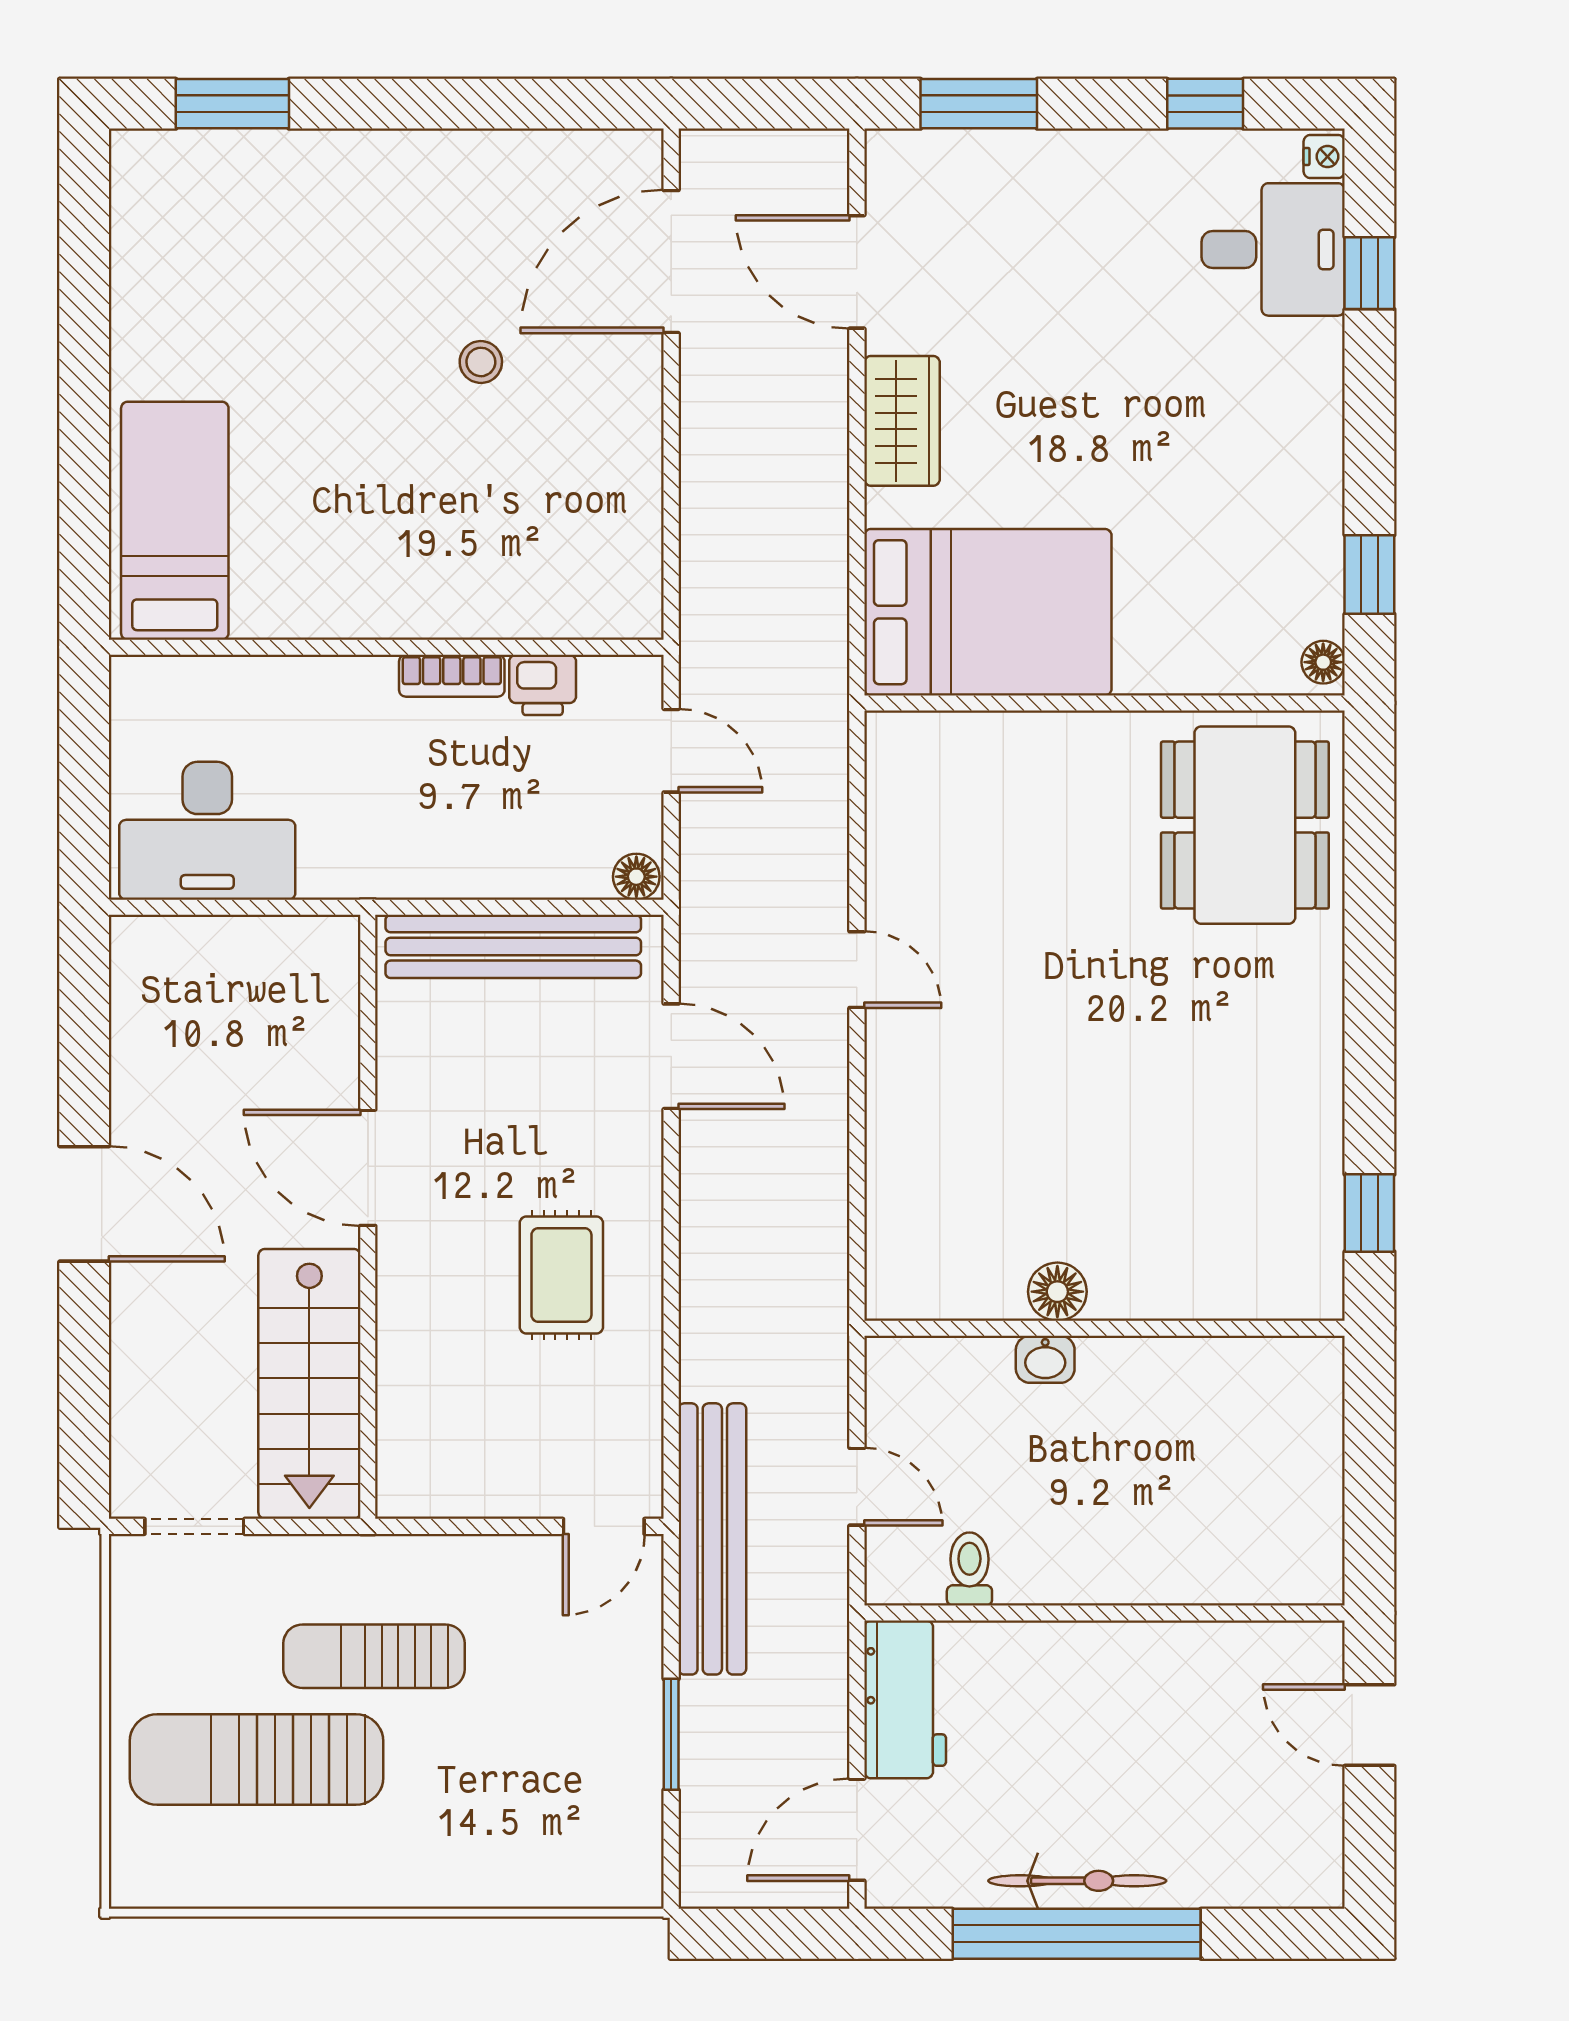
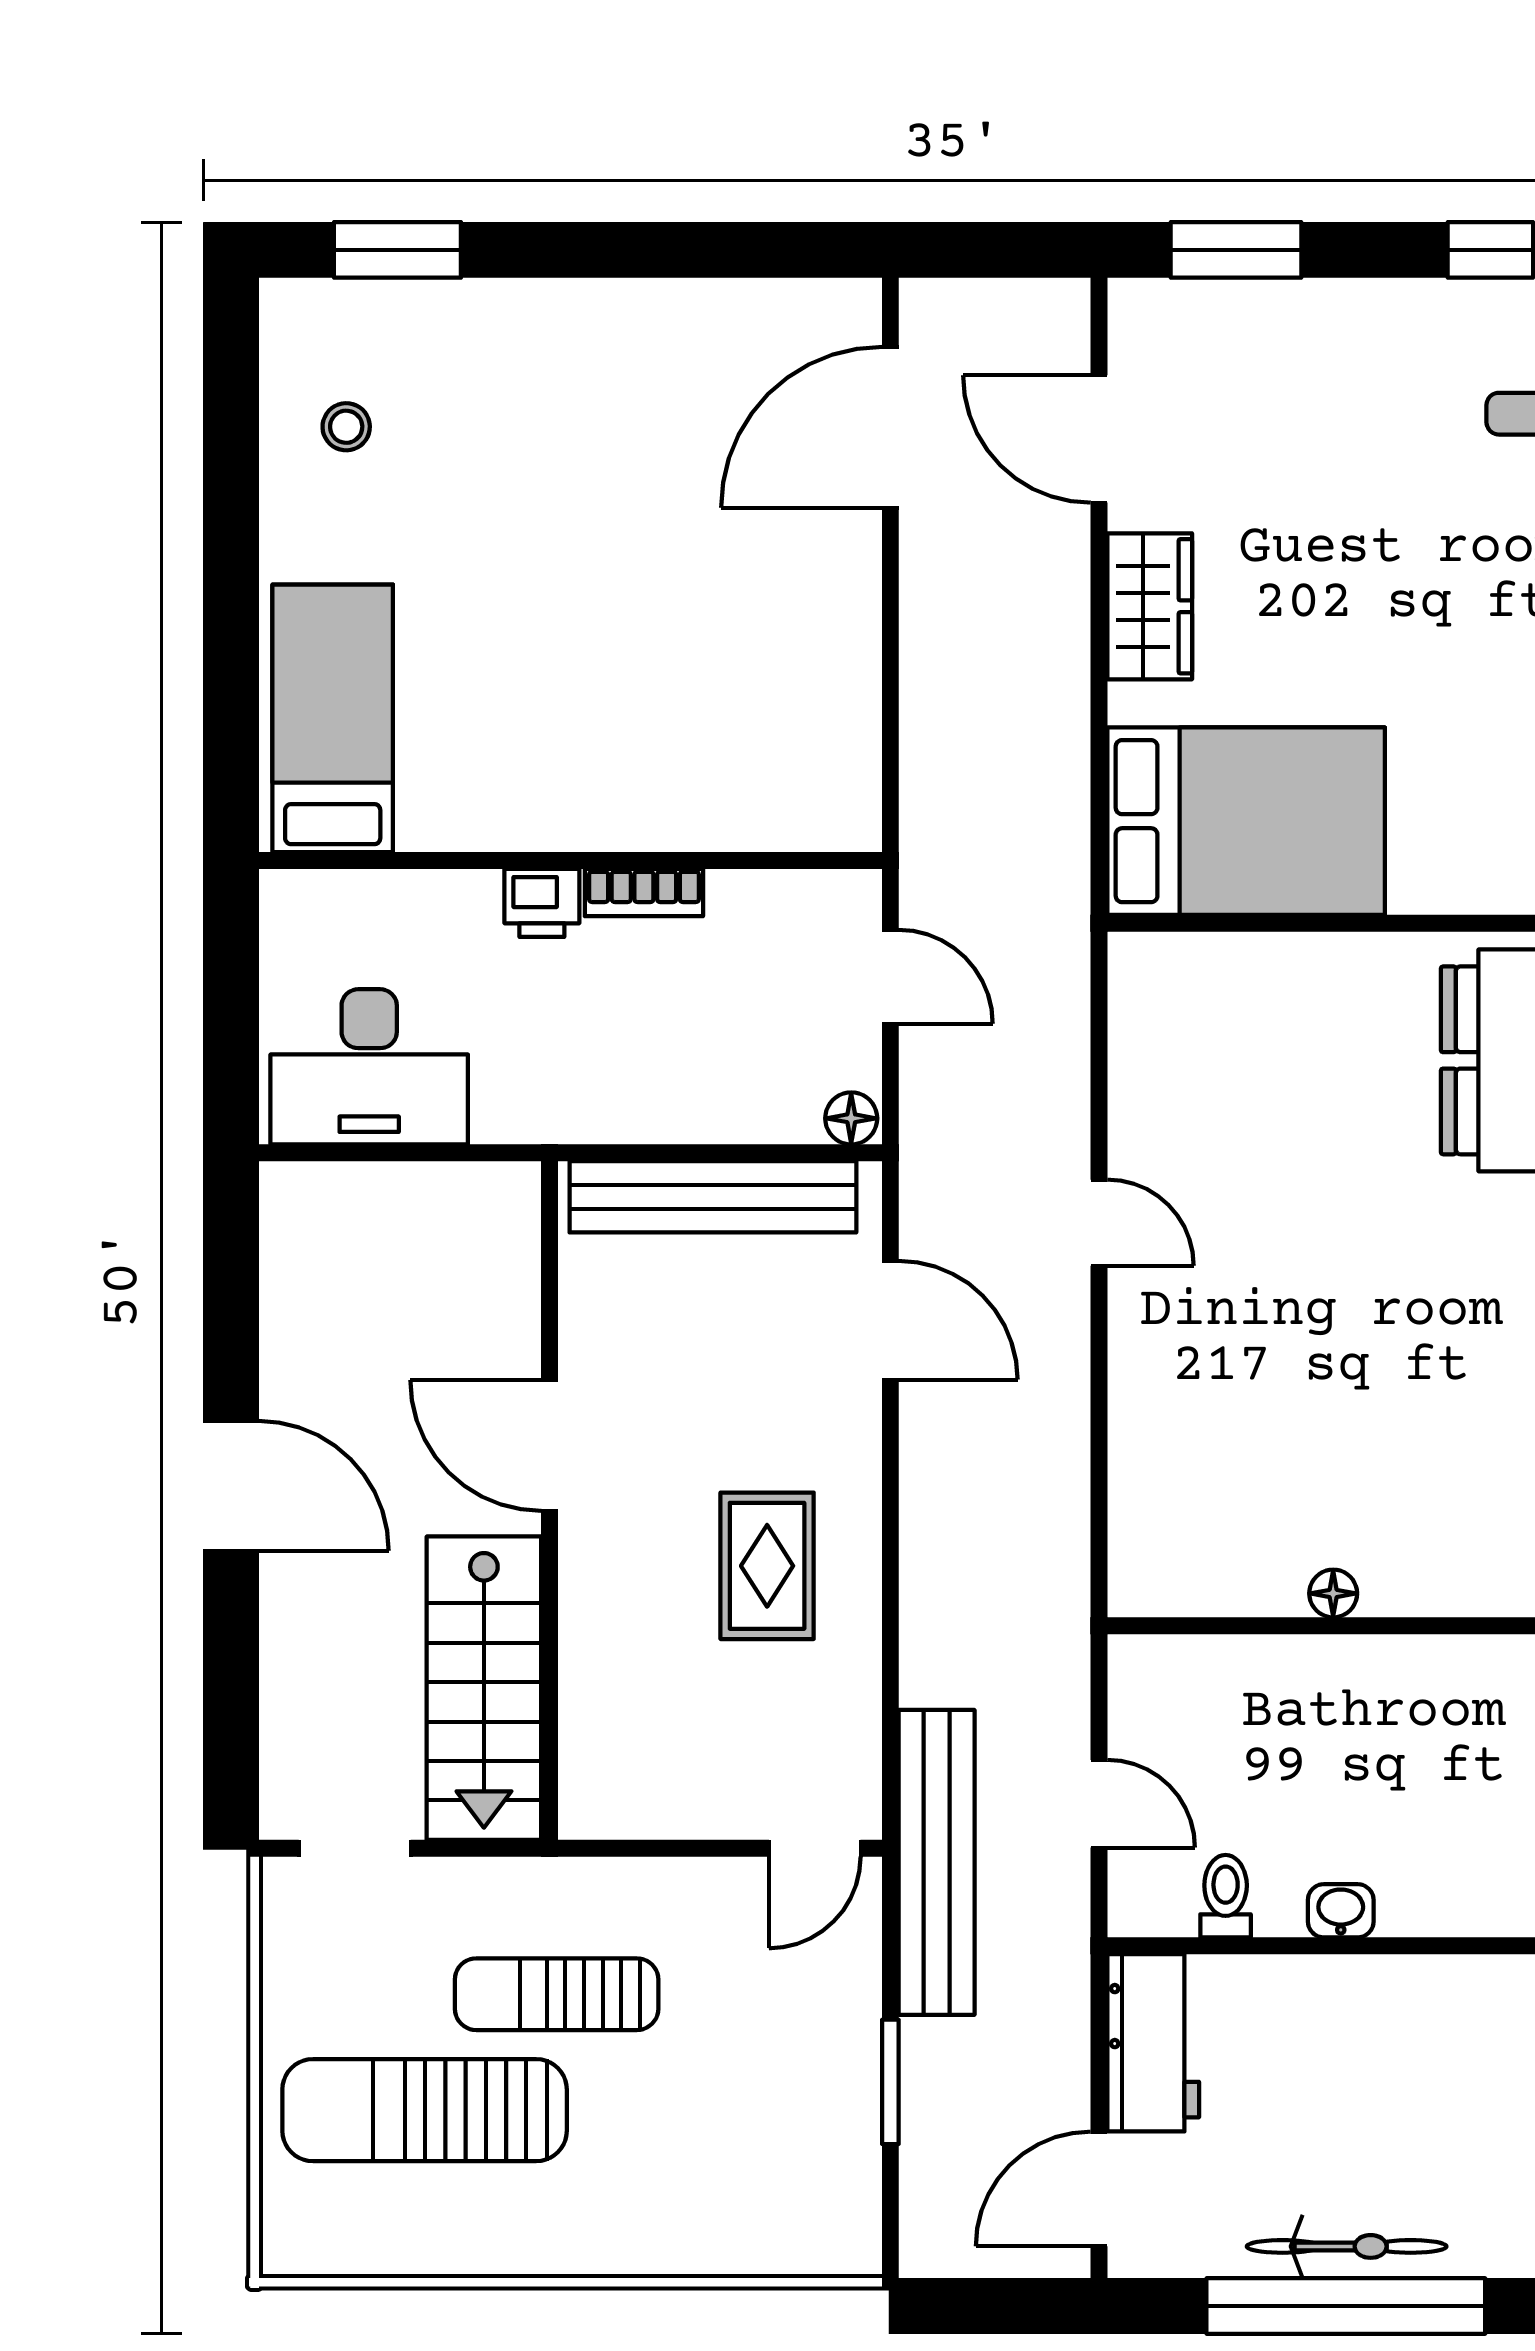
stool: (481, 362) -> (346, 427), moved
printer: (543, 685) -> (542, 903), moved
floor lamp: (1057, 1292) -> (1333, 1593), width x0.73, depth x0.73
washbasin: (1045, 1359) -> (1341, 1911), moved, turned 180

